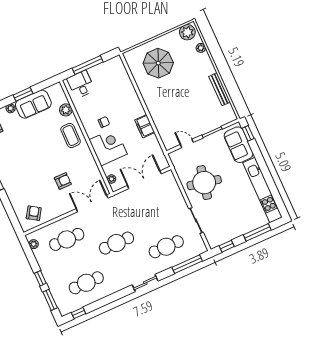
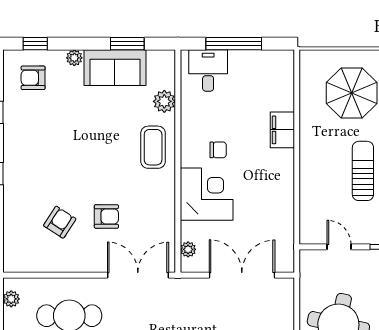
window: (23, 94) -> (127, 44), moved
sun lounger: (182, 100) -> (363, 171), added
filing cabinet: (145, 126) -> (282, 130), moved
armchair: (34, 213) -> (60, 222), moved

